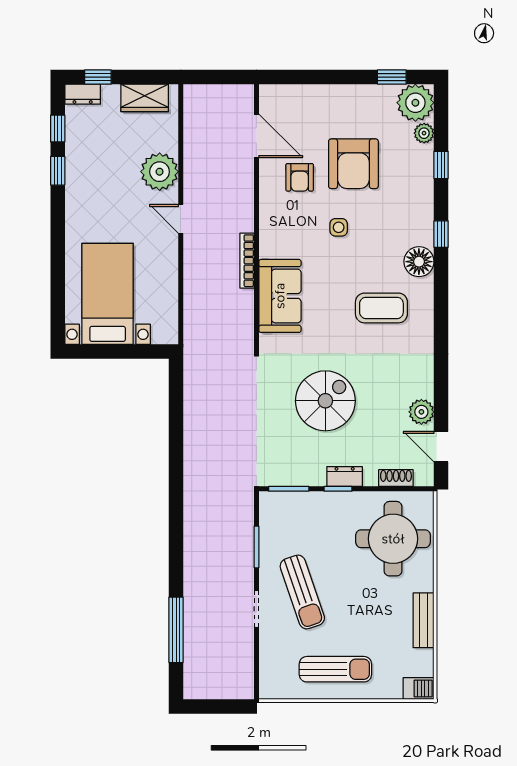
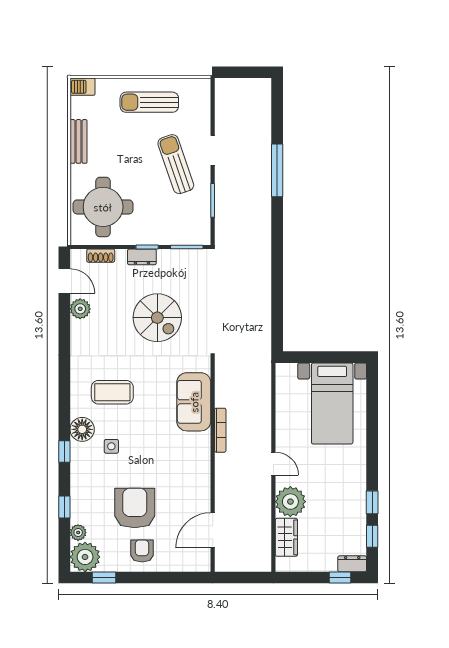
wardrobe: (145, 98) -> (286, 537), moved, turned 90
door: (256, 136) -> (213, 530), hinge flipped
armchair: (300, 177) -> (142, 551), moved
side table: (339, 227) -> (111, 446), moved
spiral stairs: (325, 401) -> (157, 318), turned -90
window: (176, 630) -> (277, 170), moved

